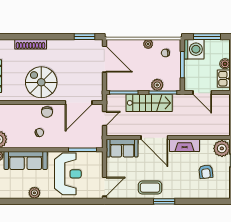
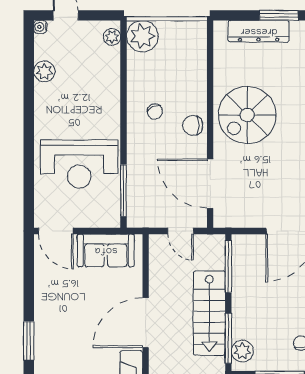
spiral stairs: (41, 82) -> (247, 115), turned 180
plant: (157, 85) -> (242, 351), moved
sofa: (122, 148) -> (106, 250), moved, turned -90
sofa: (26, 160) -> (104, 86), removed
coffee table: (150, 188) -> (54, 315), removed
plant: (34, 193) -> (44, 71), moved

